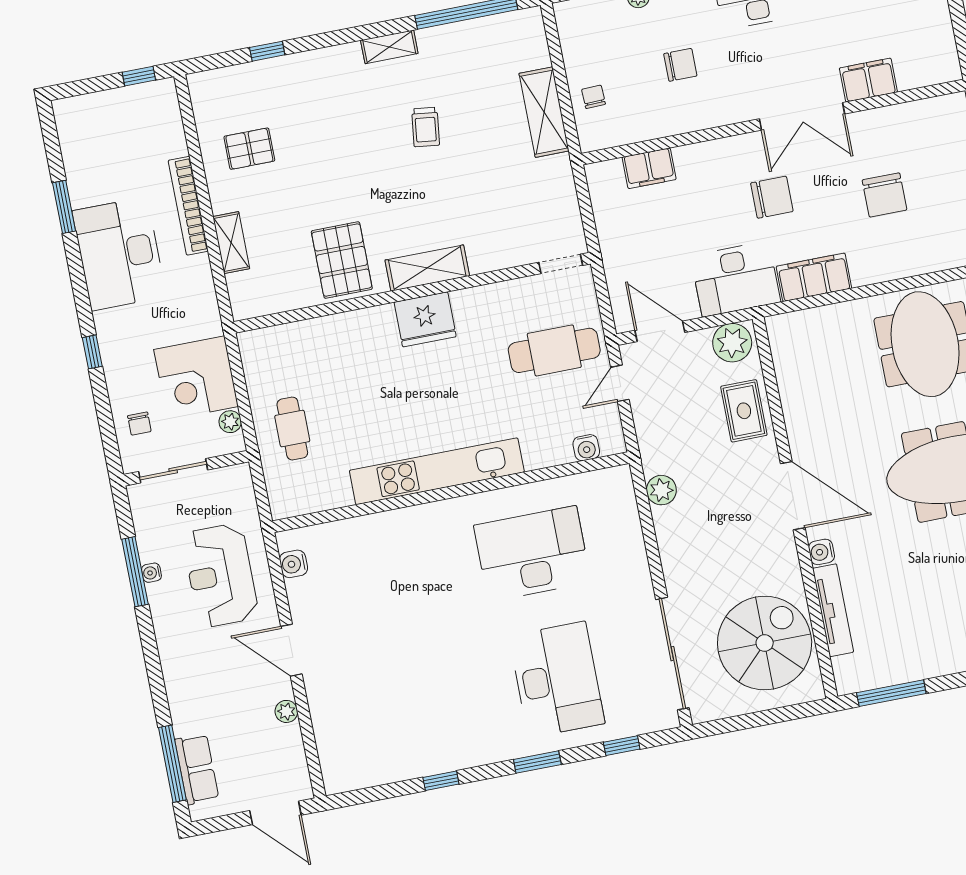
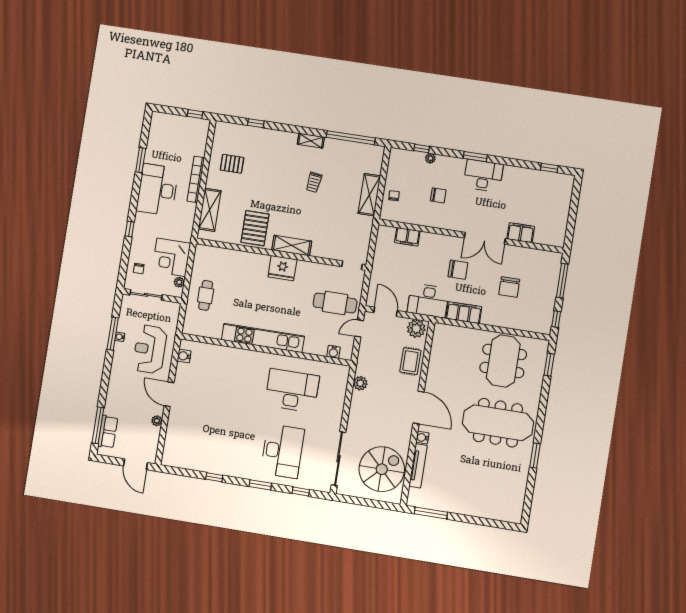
shelving: (231, 243) -> (210, 210), width x1.50, depth x1.33

